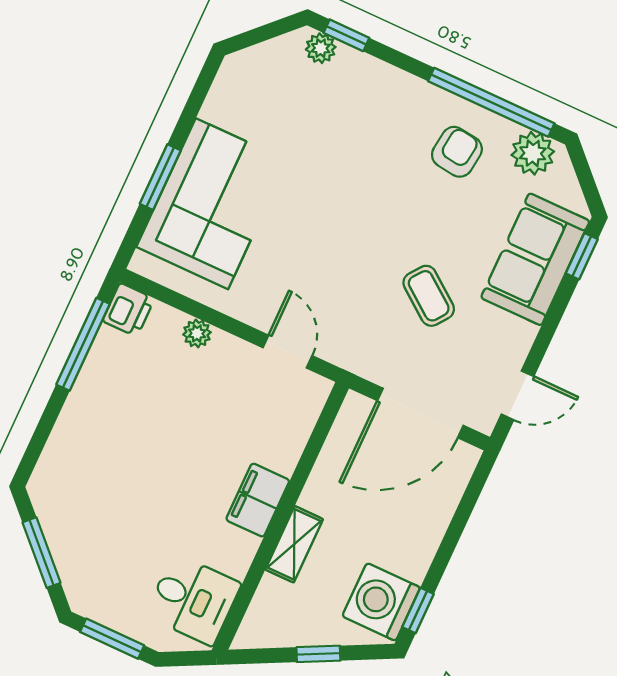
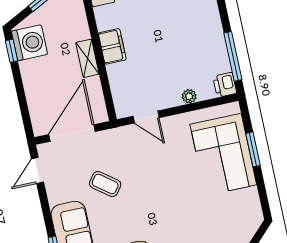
shelving: (294, 544) -> (87, 58), moved

